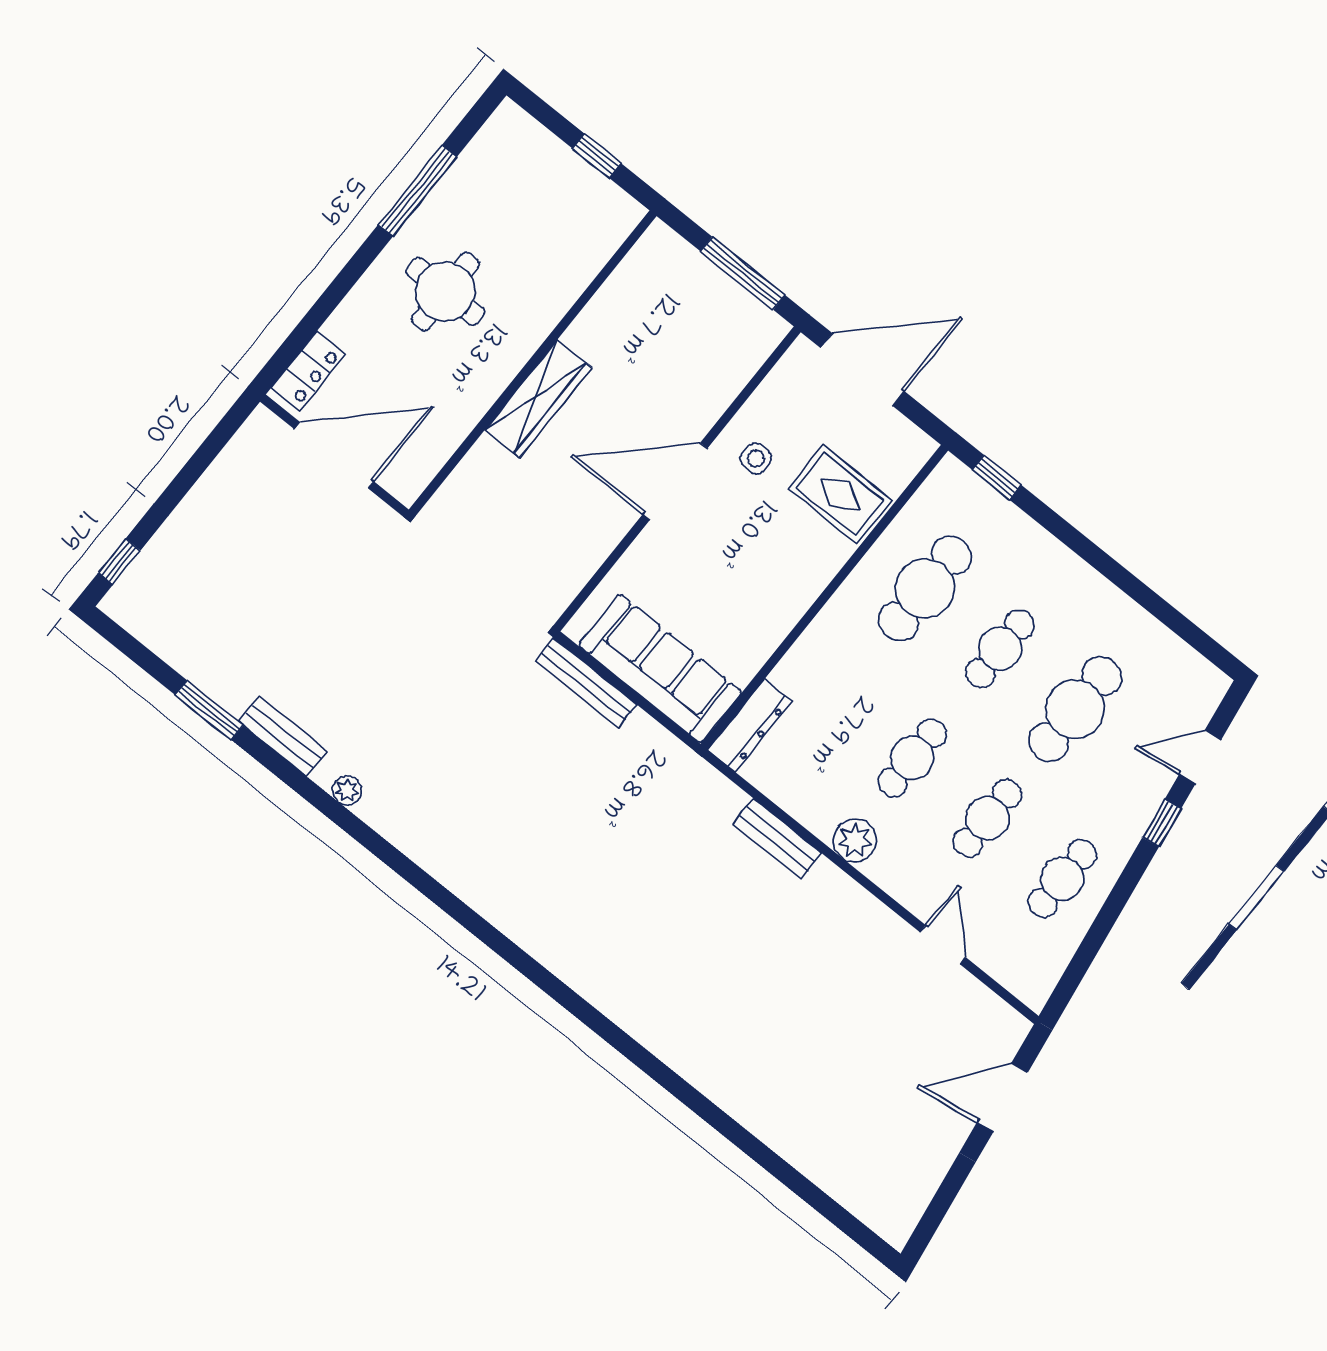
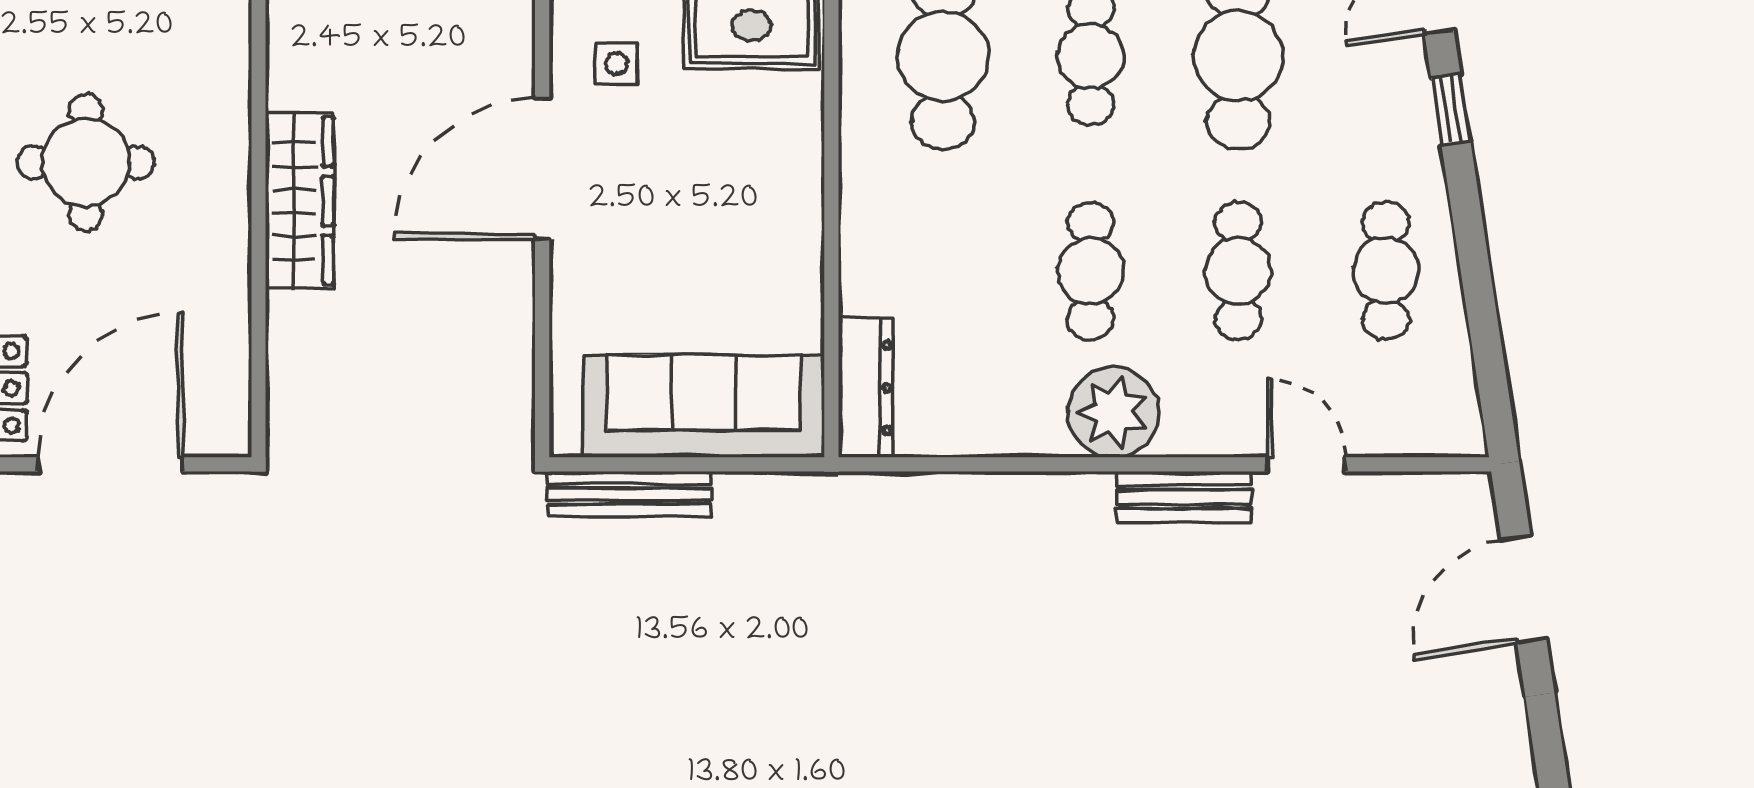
bench: (777, 839) -> (1184, 497), moved
plant: (855, 841) -> (1113, 412), width x1.36, depth x1.36

